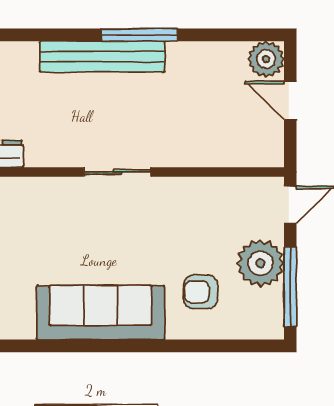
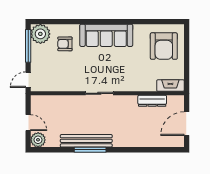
bench: (102, 57) -> (86, 141), moved
plant: (260, 263) -> (40, 34), moved
armchair: (201, 292) -> (65, 44), turned 180

